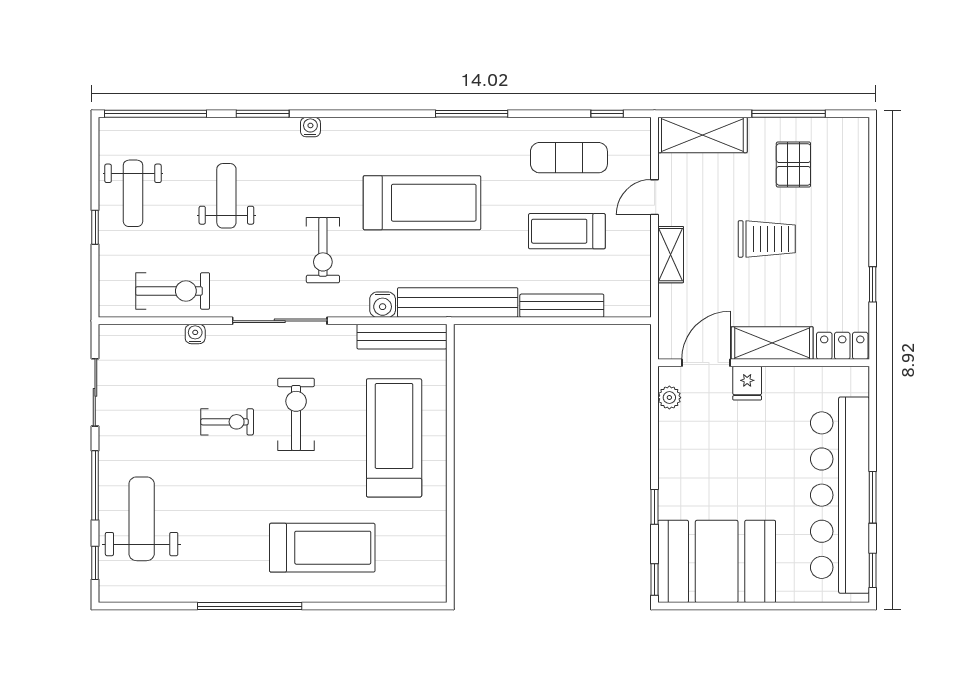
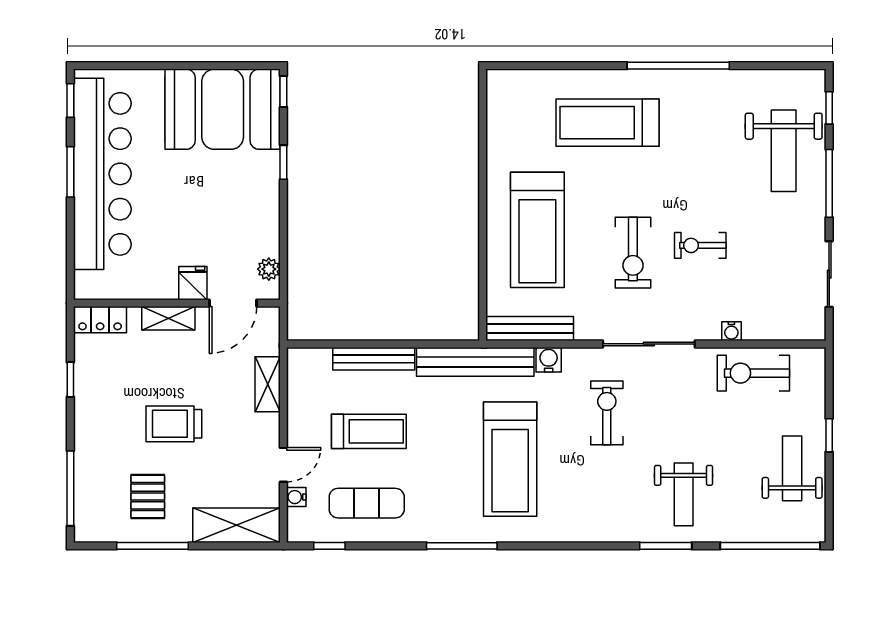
water cooler: (310, 127) -> (296, 497), moved, turned 90
window: (873, 173) -> (70, 488), added
weight bench: (226, 196) -> (684, 494), moved
treadmill: (422, 203) -> (510, 459), turned -90
shelving: (671, 255) -> (268, 384), moved
shelving: (772, 343) -> (168, 318), width x0.67, depth x0.75

